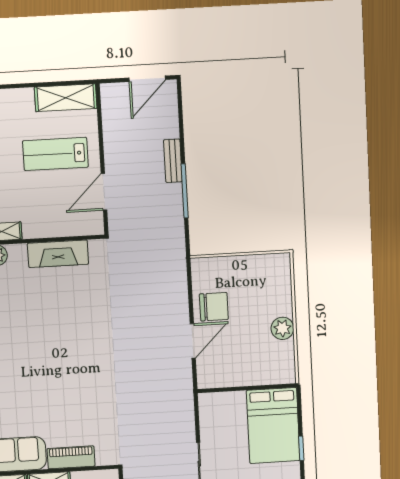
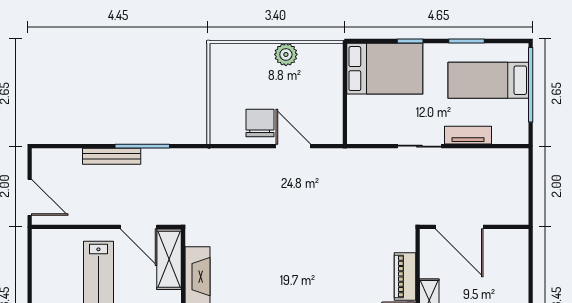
door: (147, 79) -> (30, 197), moved
shelving: (66, 98) -> (169, 259), moved
bench: (173, 161) -> (112, 156), width x1.36

